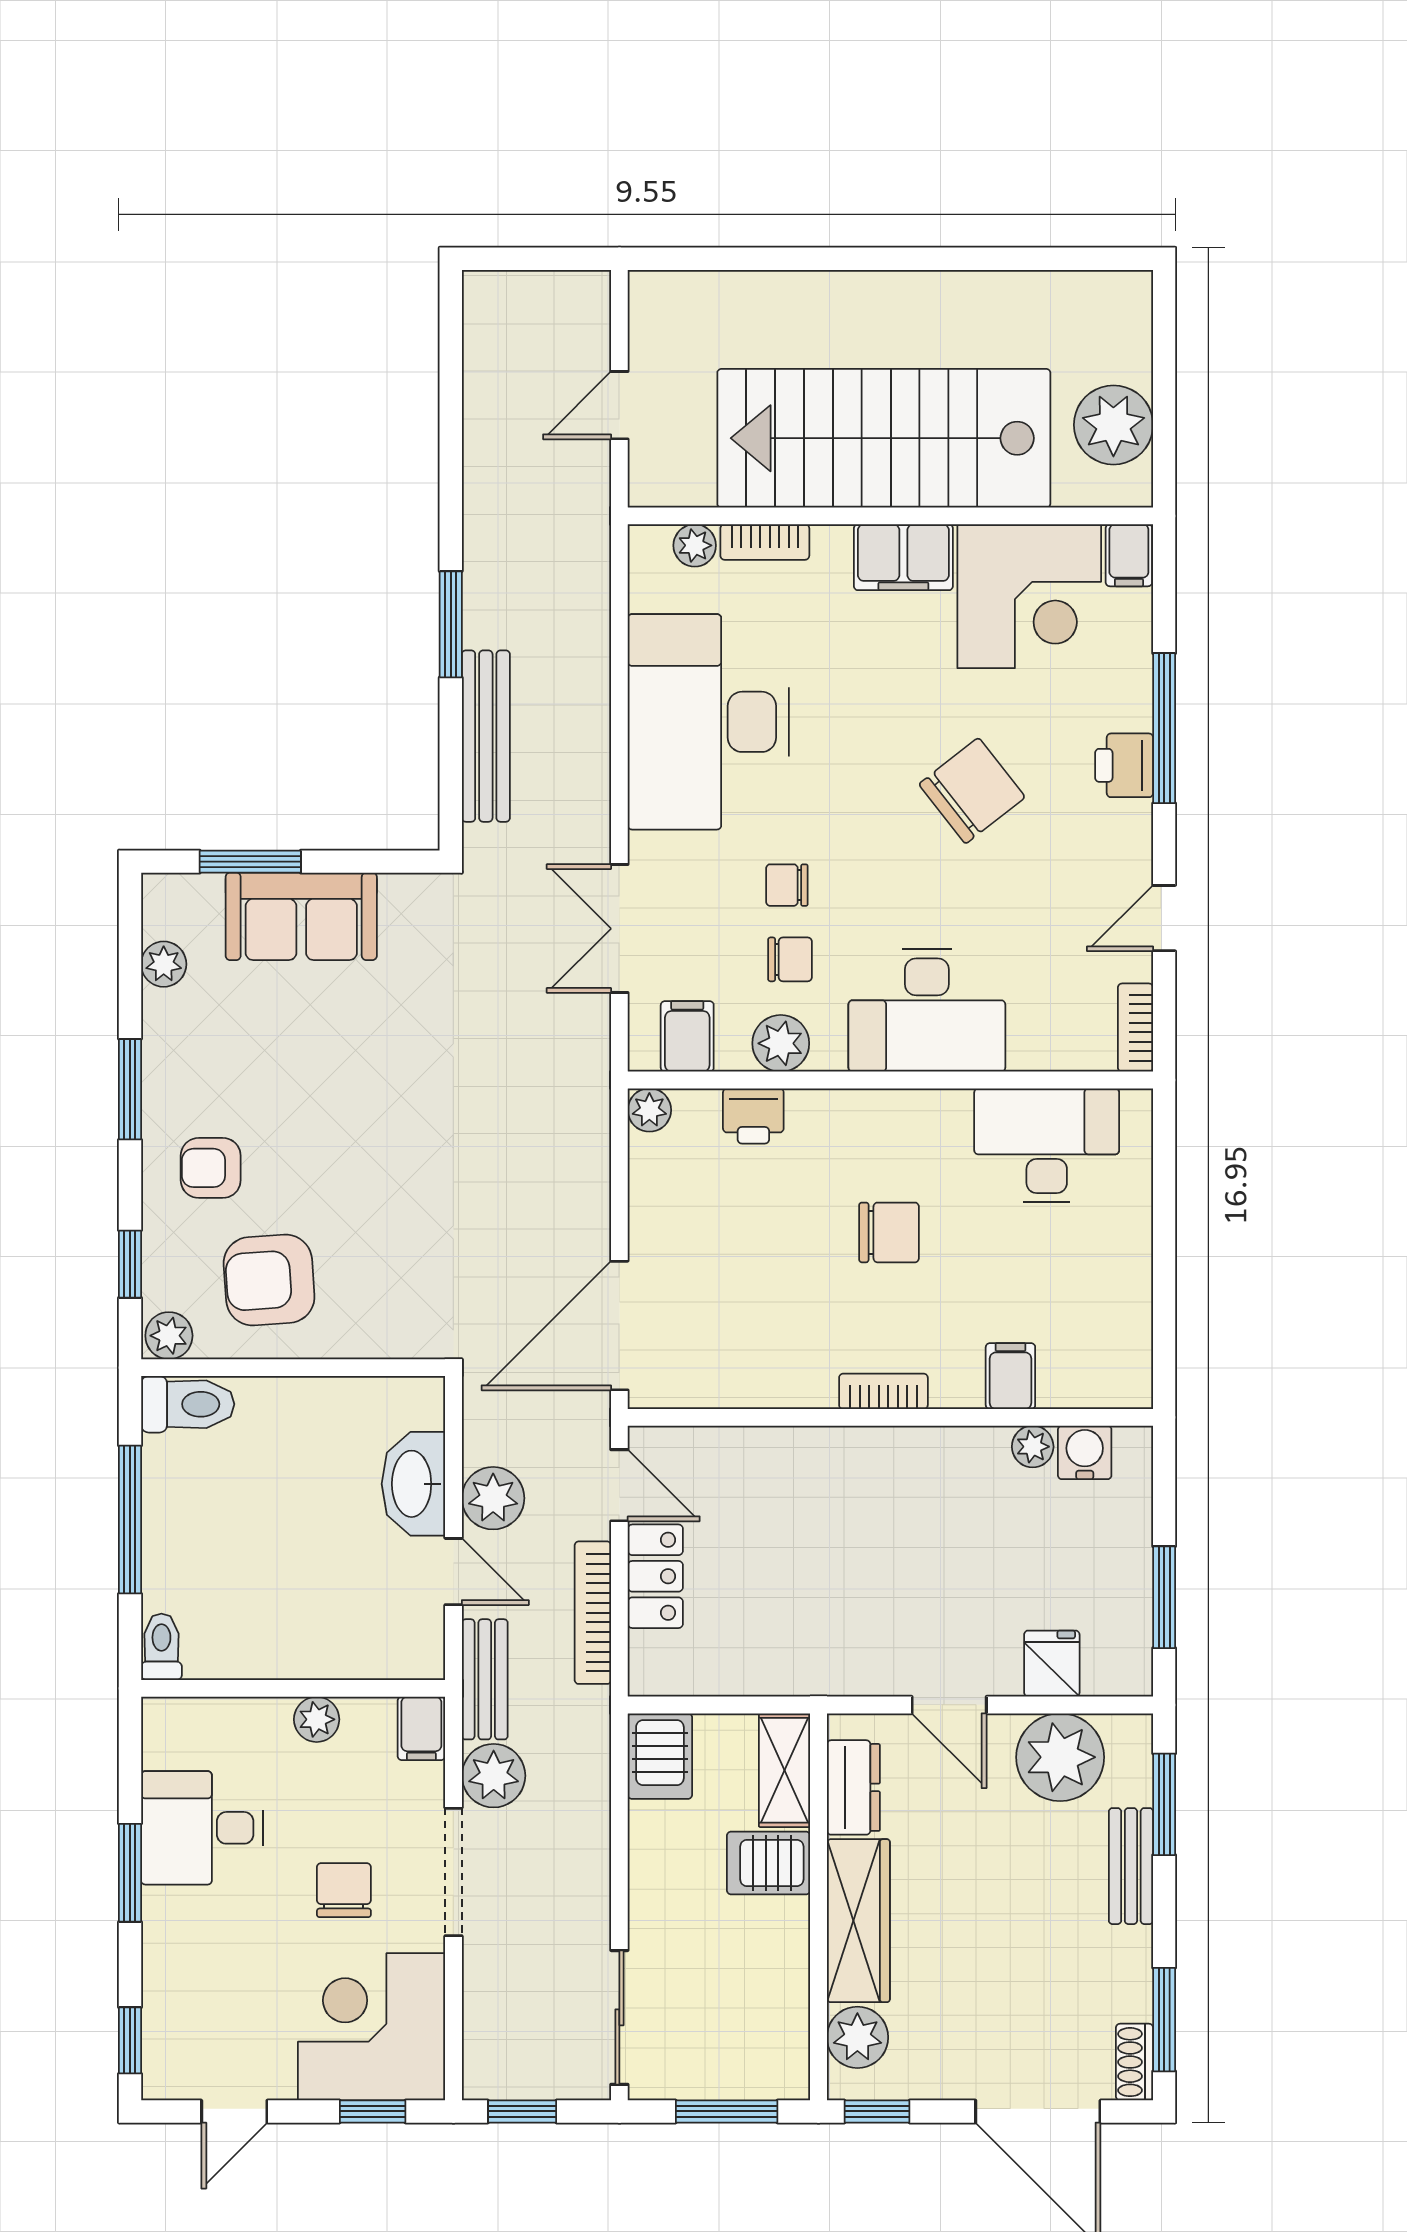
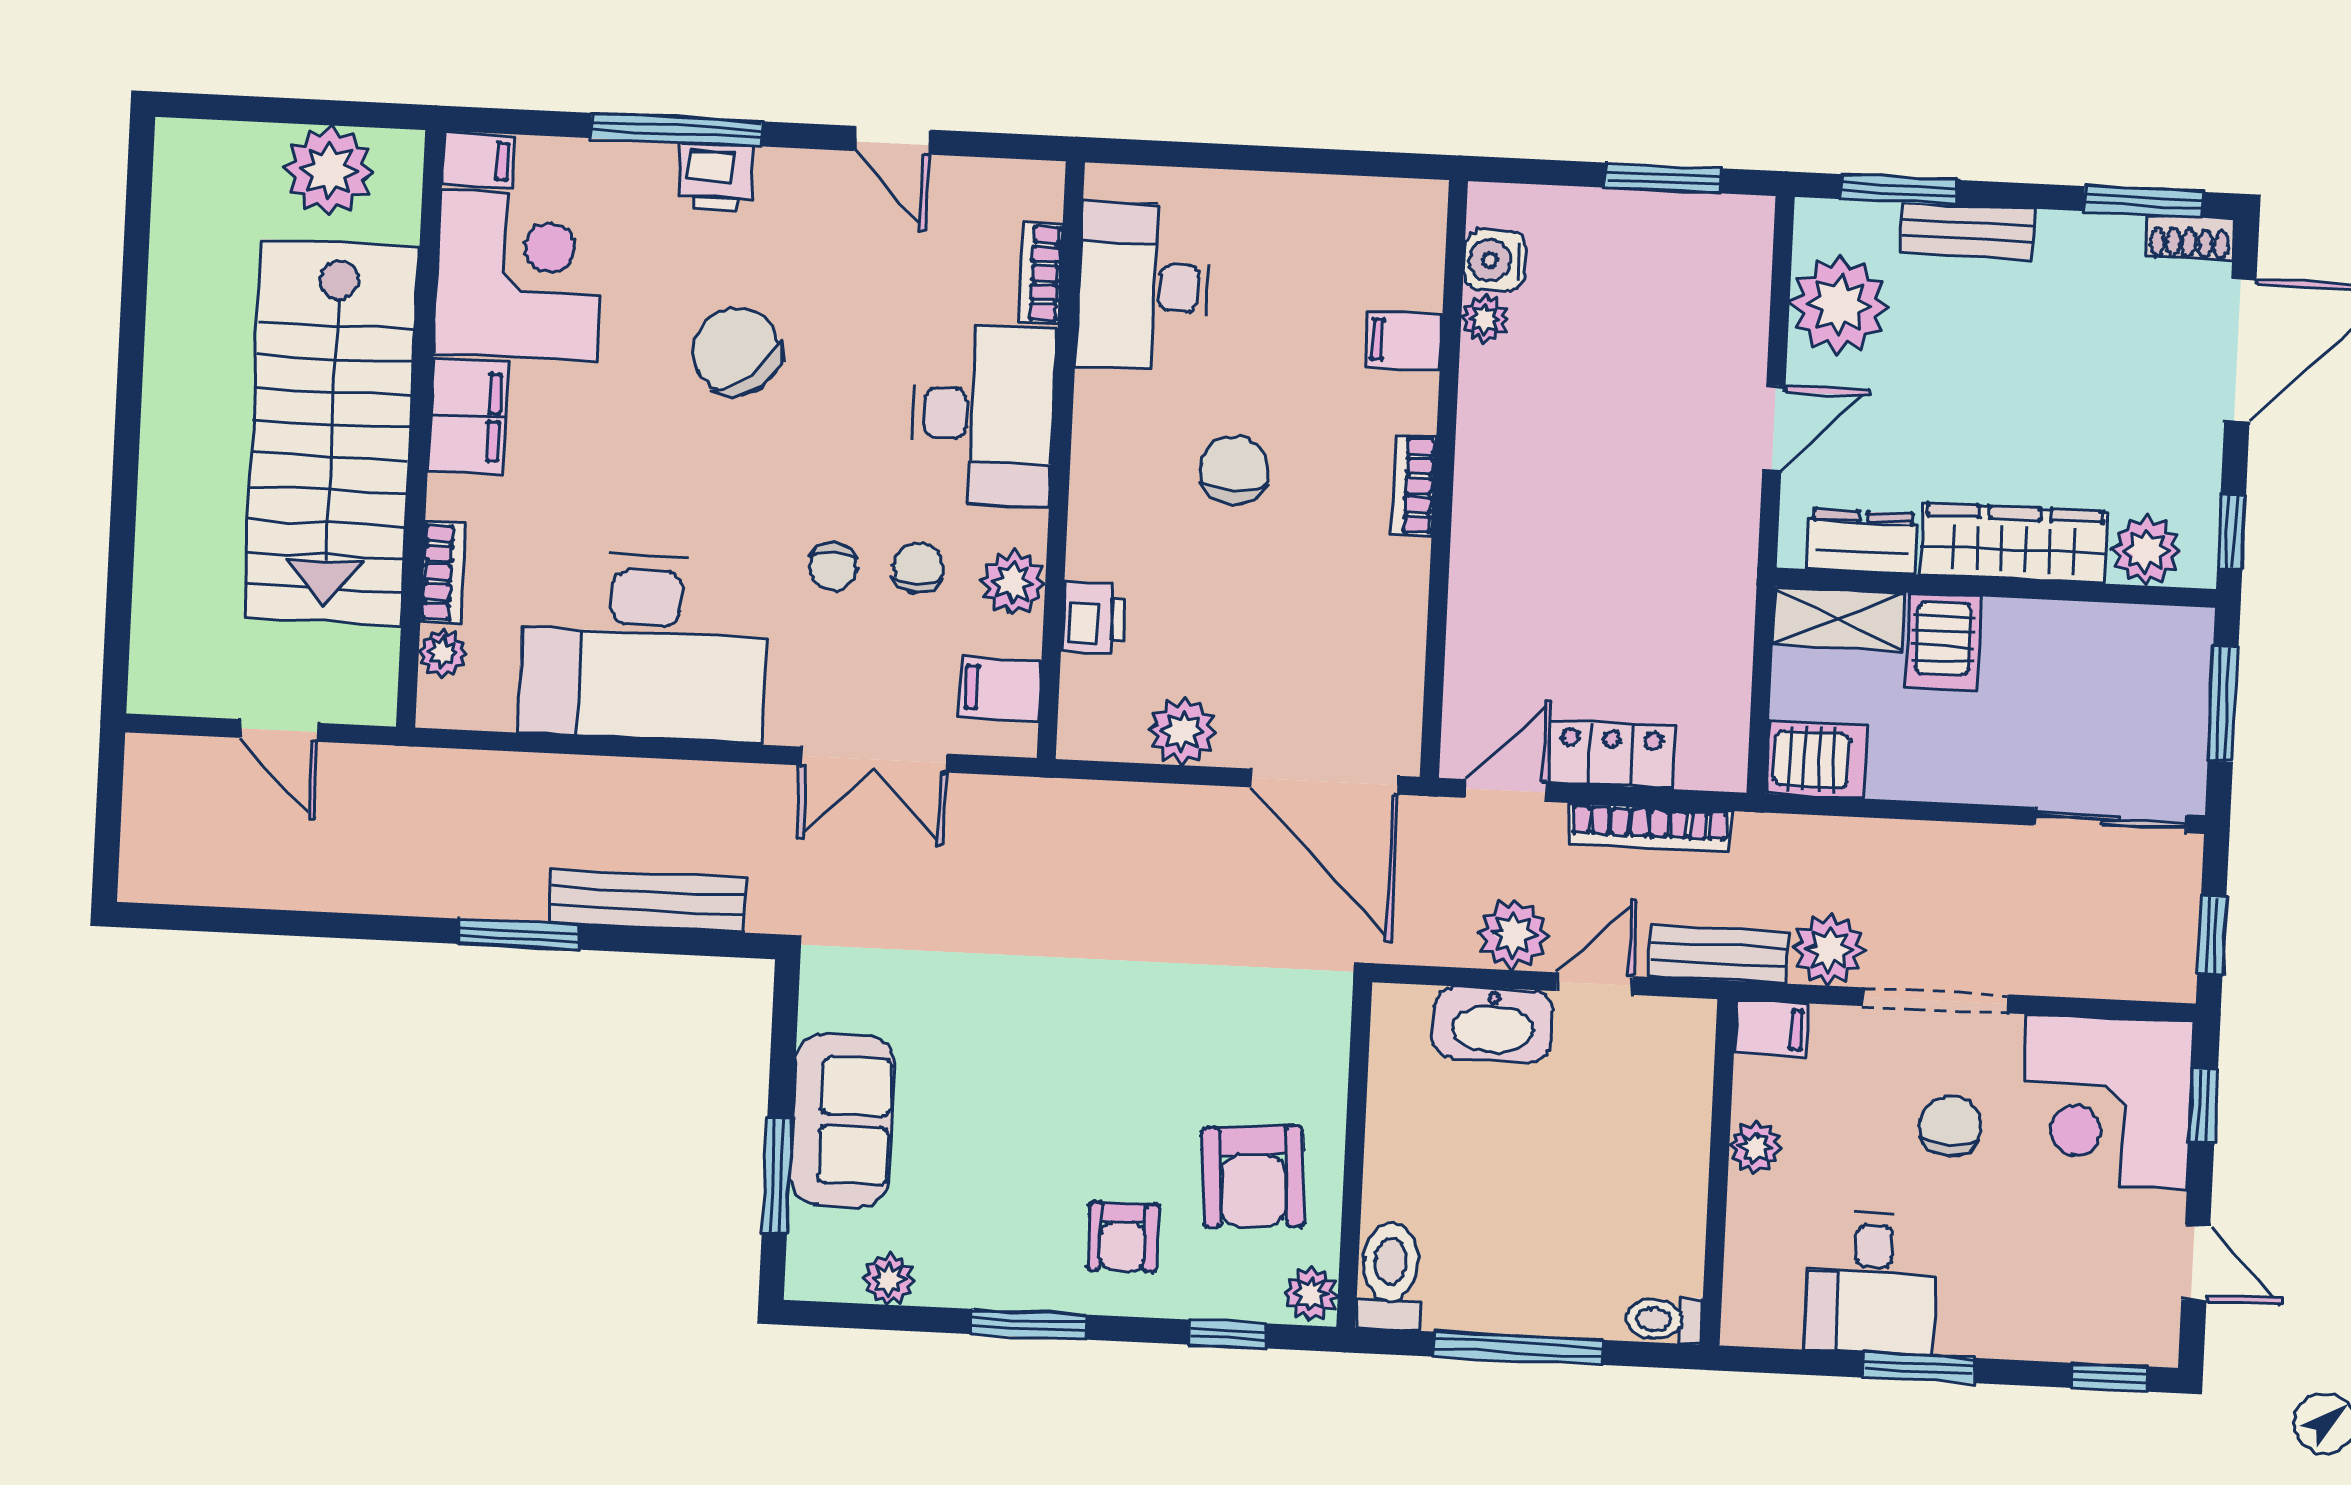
bookcase: (1135, 1028) -> (1040, 273), moved, turned 90
plant: (649, 1110) -> (1183, 731), moved, width x1.38, depth x1.38
fridge: (1052, 1664) -> (1733, 309), removed
chair: (344, 1890) -> (1950, 1126), turned 90

